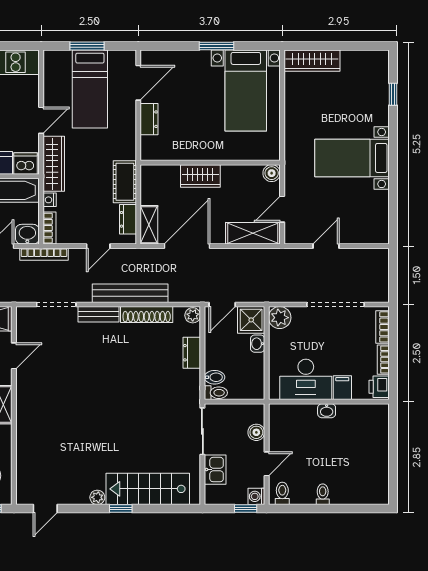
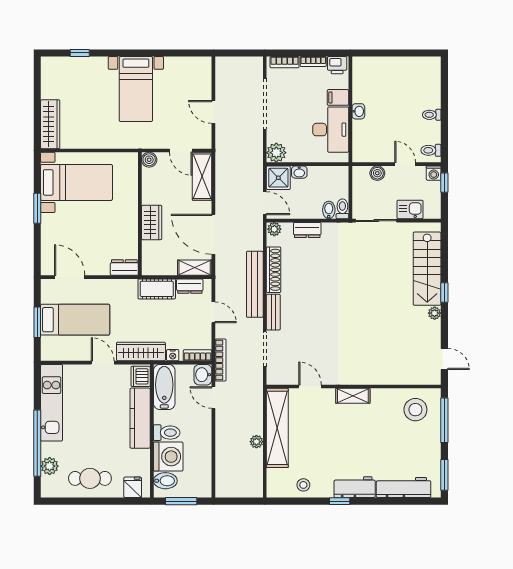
dresser: (149, 119) -> (124, 268), moved

